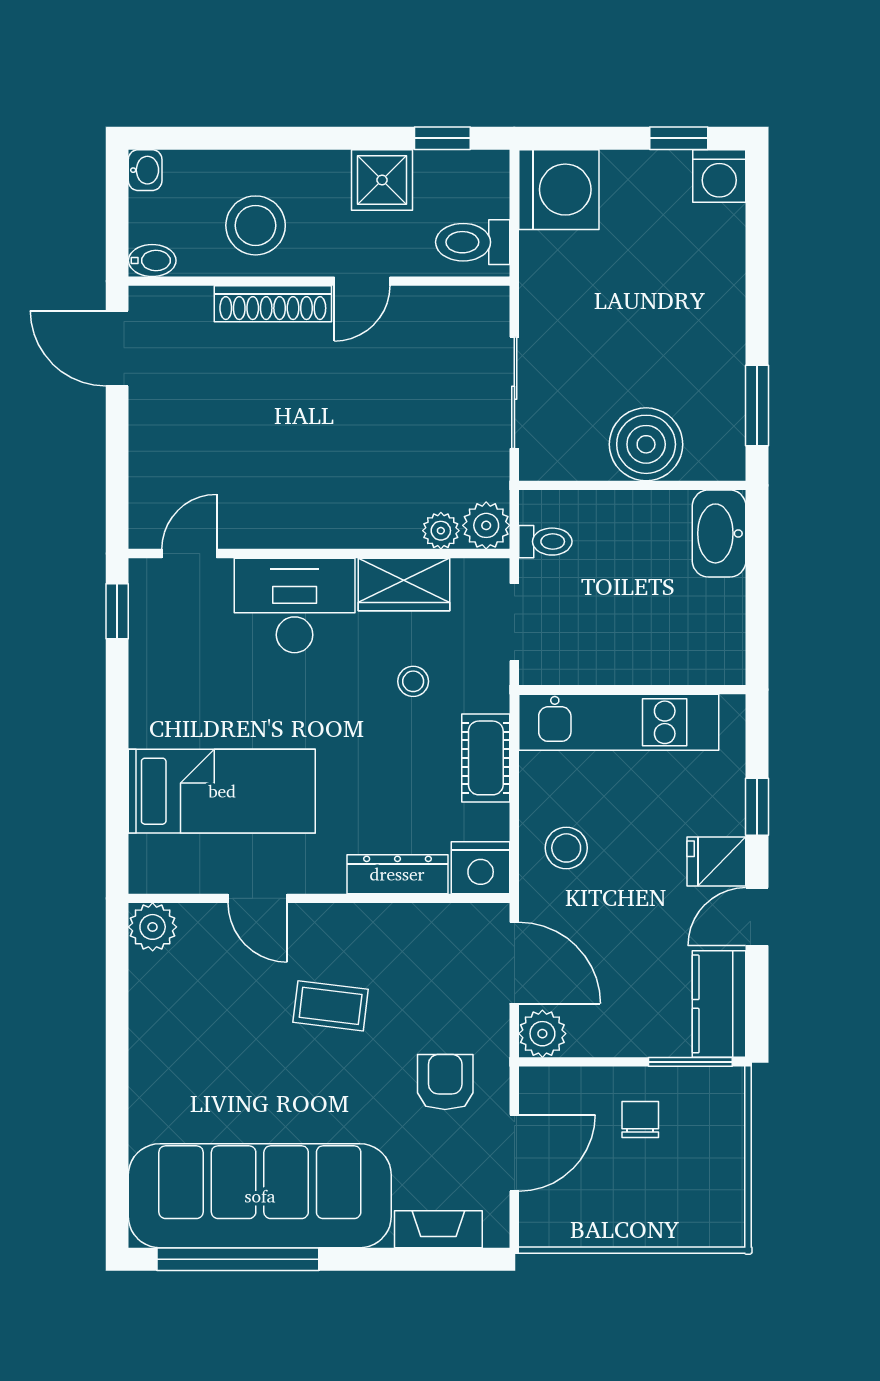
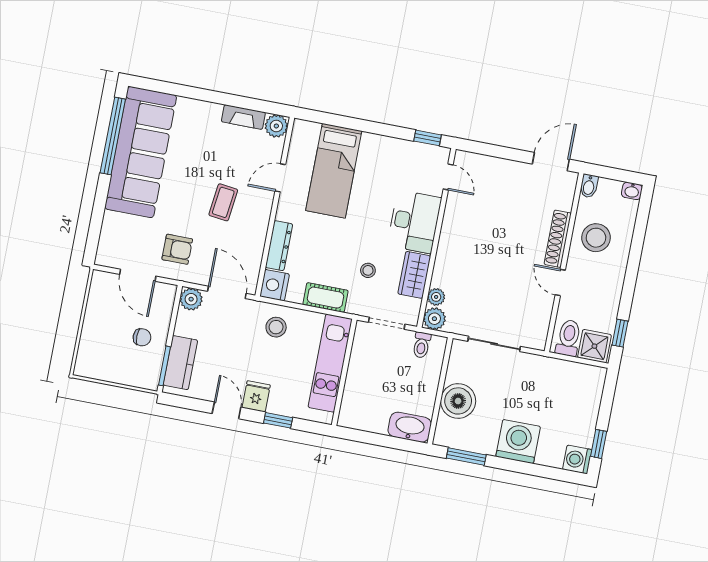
shower: (382, 180) -> (594, 346), moved
washing machine: (559, 190) -> (518, 442), moved, turned 180
door: (514, 963) -> (227, 292), swing flipped
kitchen counter: (719, 1004) -> (180, 363), moved, turned 90
fireplace: (438, 1229) -> (243, 117), moved, turned 90

